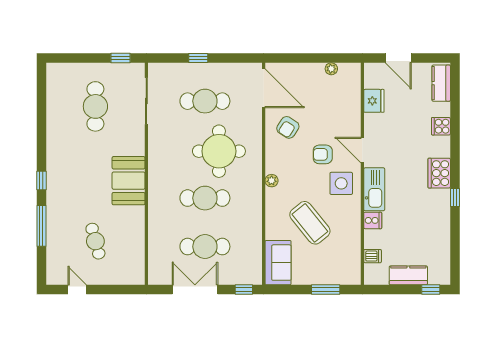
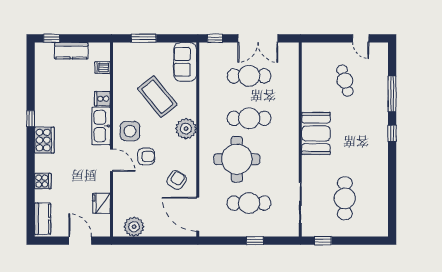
plant: (331, 69) -> (134, 227), width x1.88, depth x1.88
plant: (272, 181) -> (186, 129), width x1.88, depth x1.88

